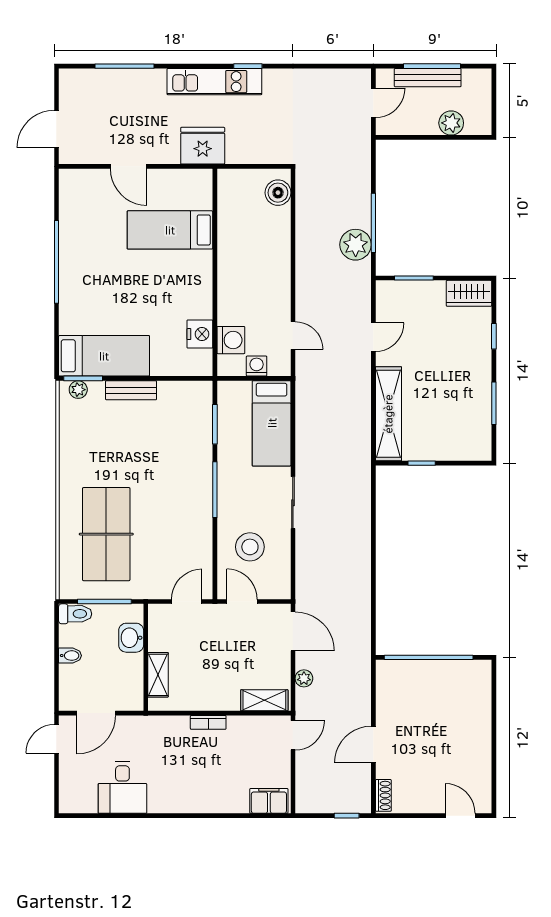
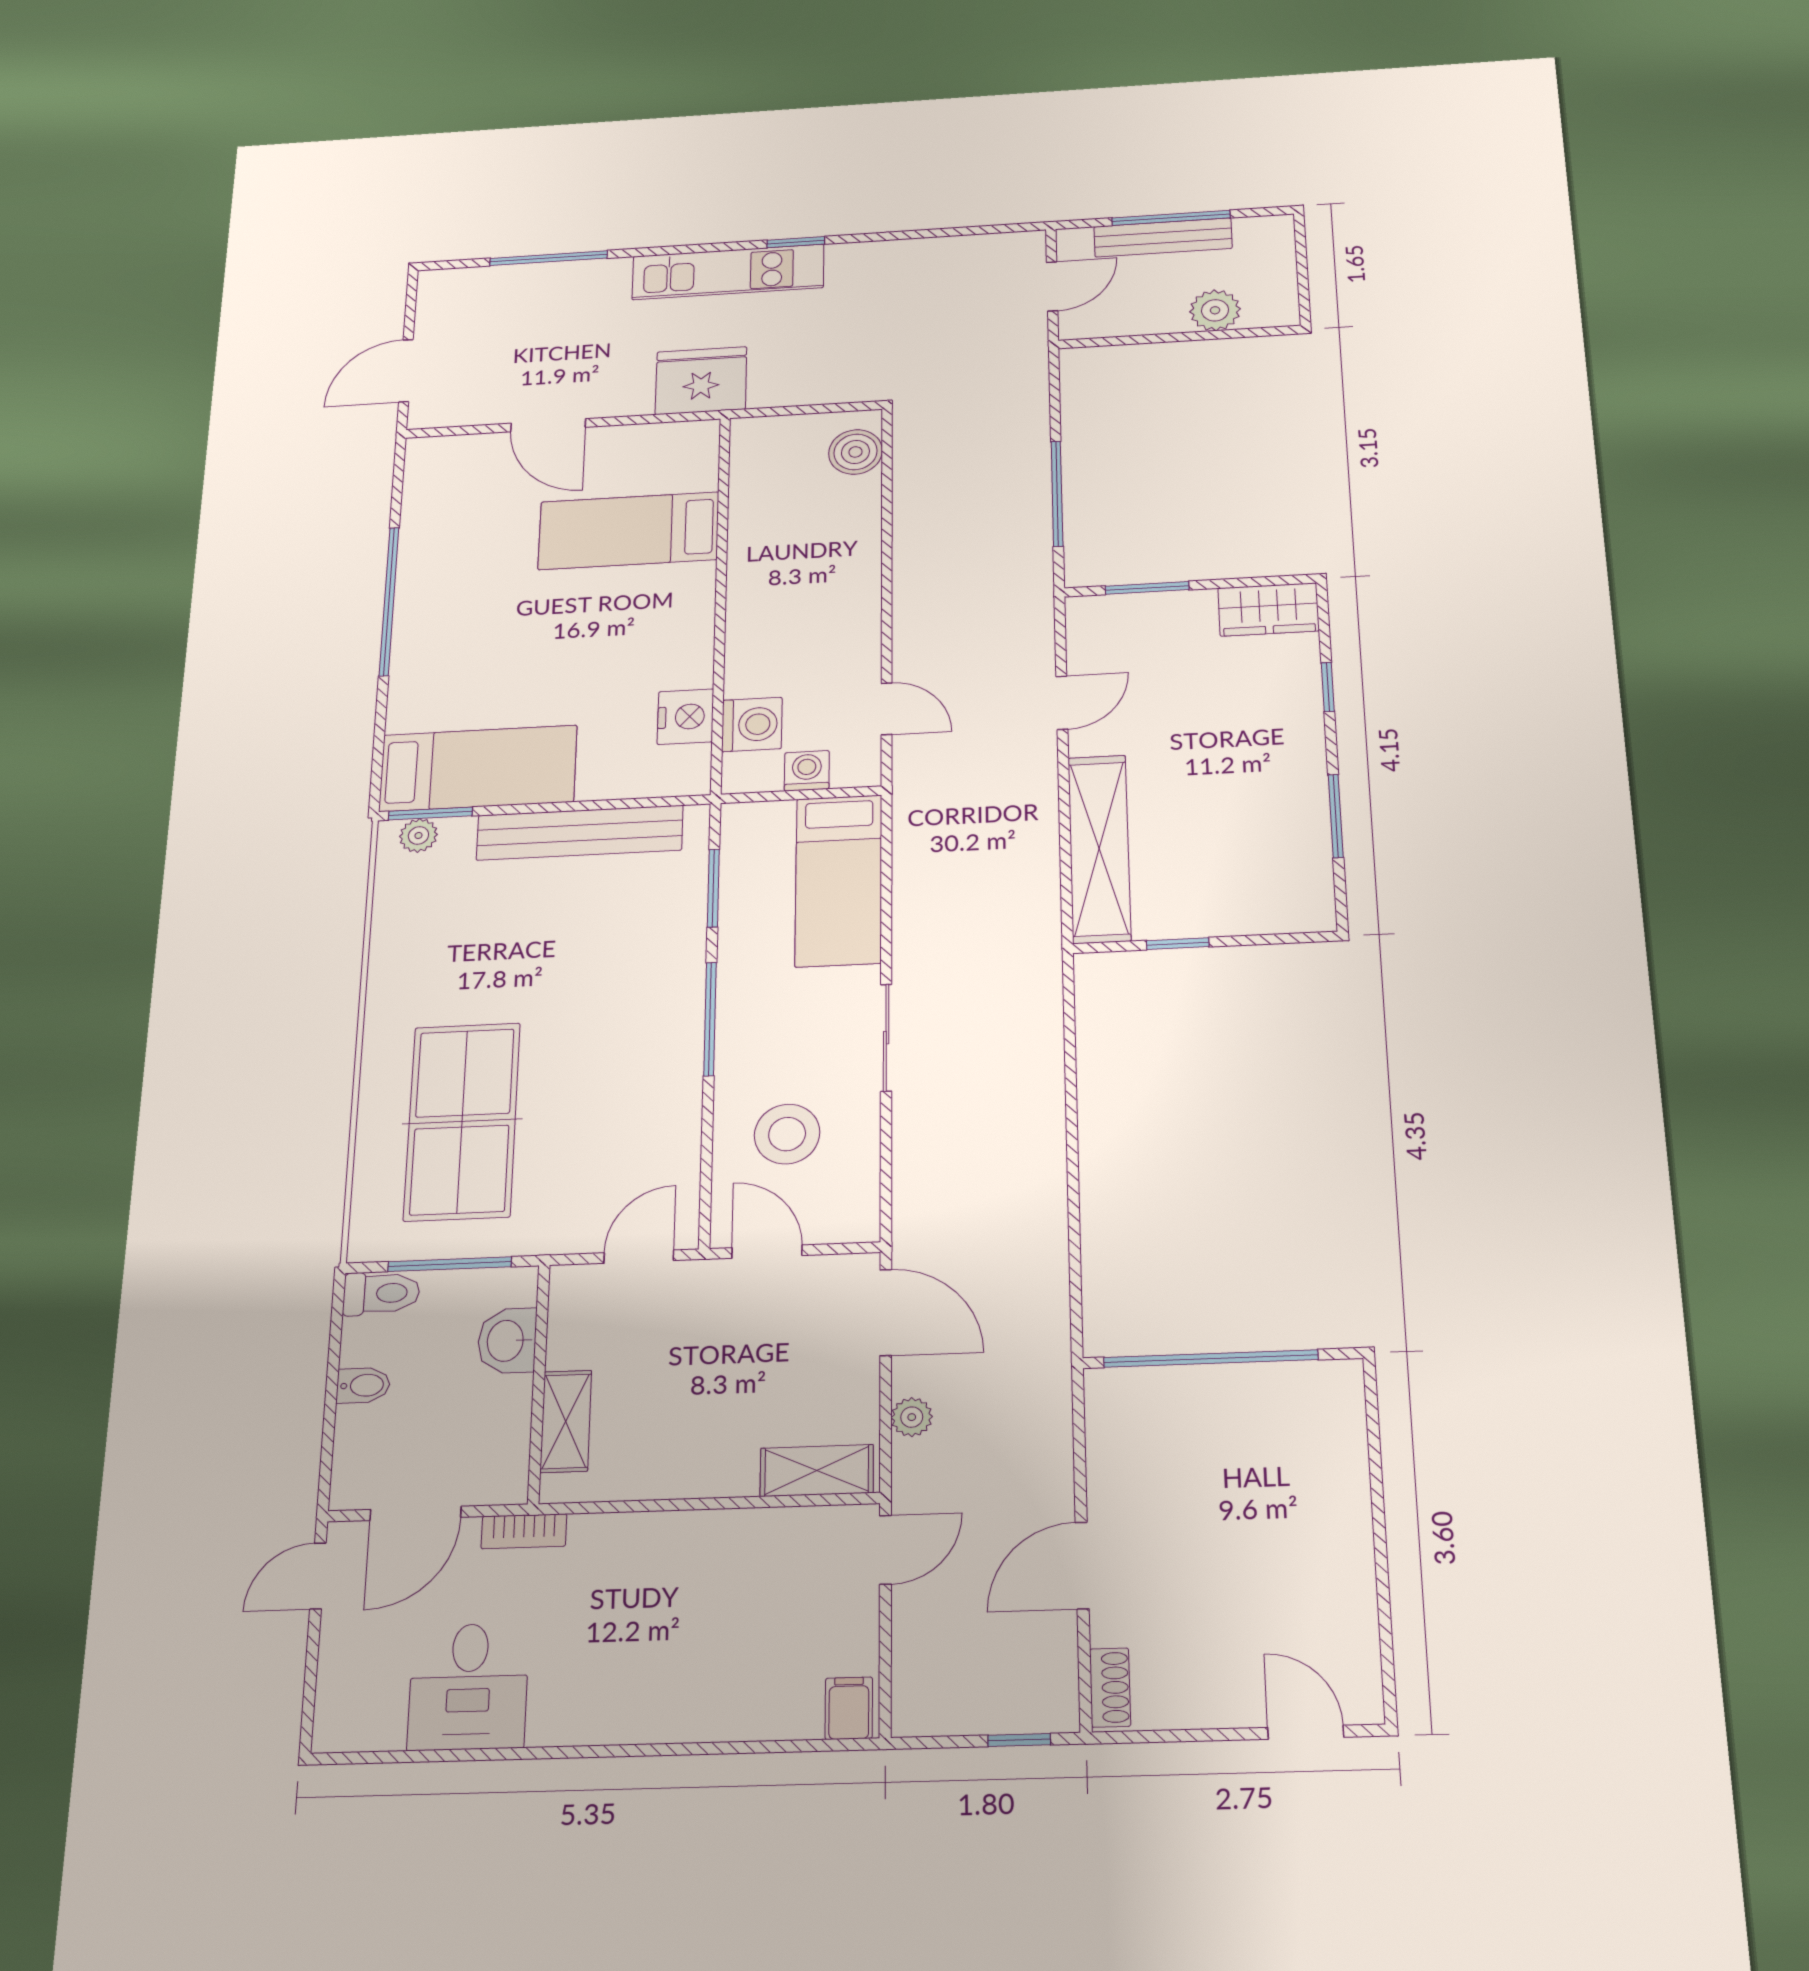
plant: (356, 245) -> (1020, 534), removed
bench: (131, 390) -> (580, 833), width x1.86, depth x1.21
bookcase: (208, 722) -> (524, 1531), moved
filing cabinet: (269, 801) -> (849, 1708), width x0.50

